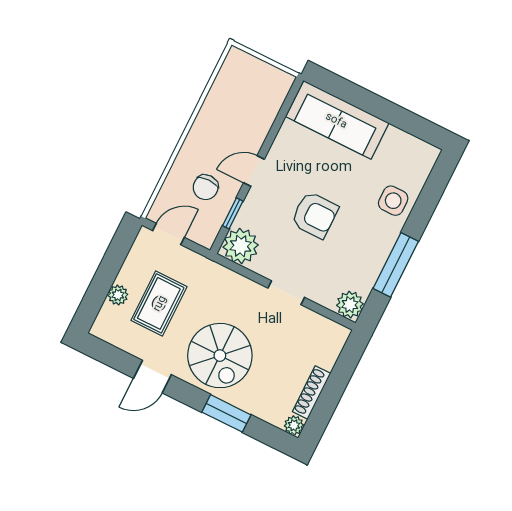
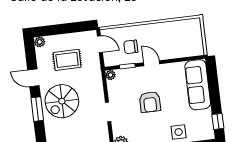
window: (418, 126) -> (218, 121), added
plant: (241, 246) -> (111, 75), width x0.53, depth x0.53
plant: (118, 295) -> (40, 42), moved
window: (226, 413) -> (37, 109), moved

